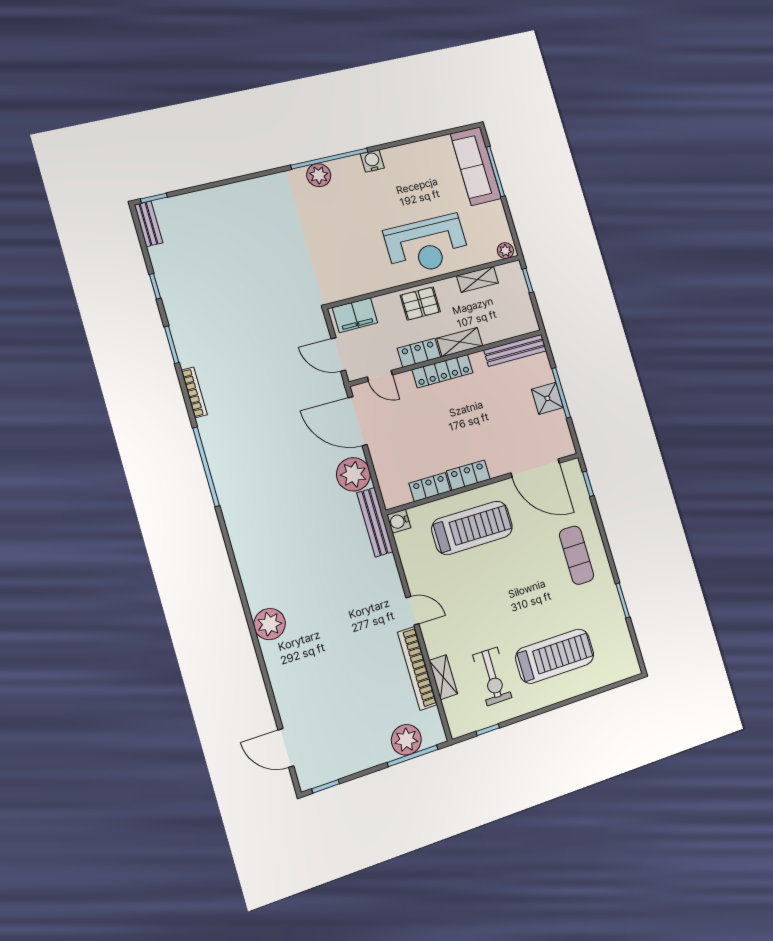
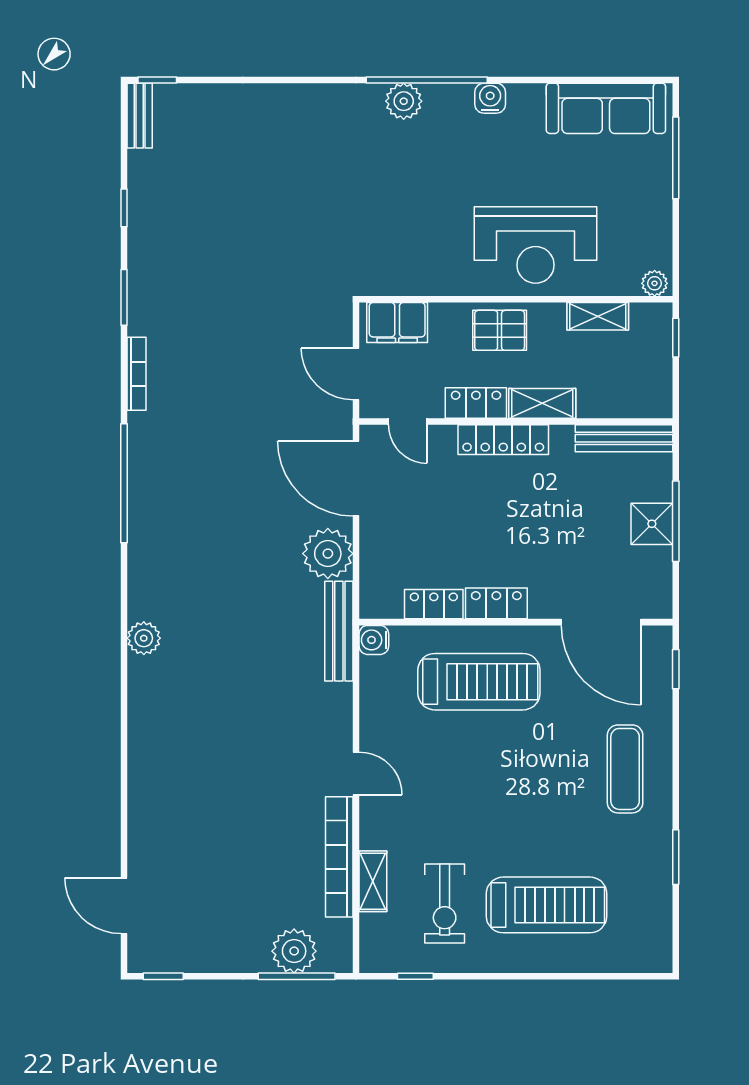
sofa: (476, 166) -> (606, 108), moved, turned -90
plant: (270, 624) -> (144, 638), moved, width x0.73, depth x0.73

